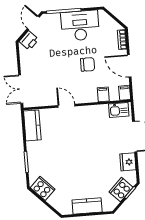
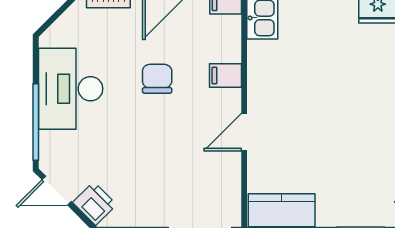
filing cabinet: (103, 94) -> (225, 75), moved

